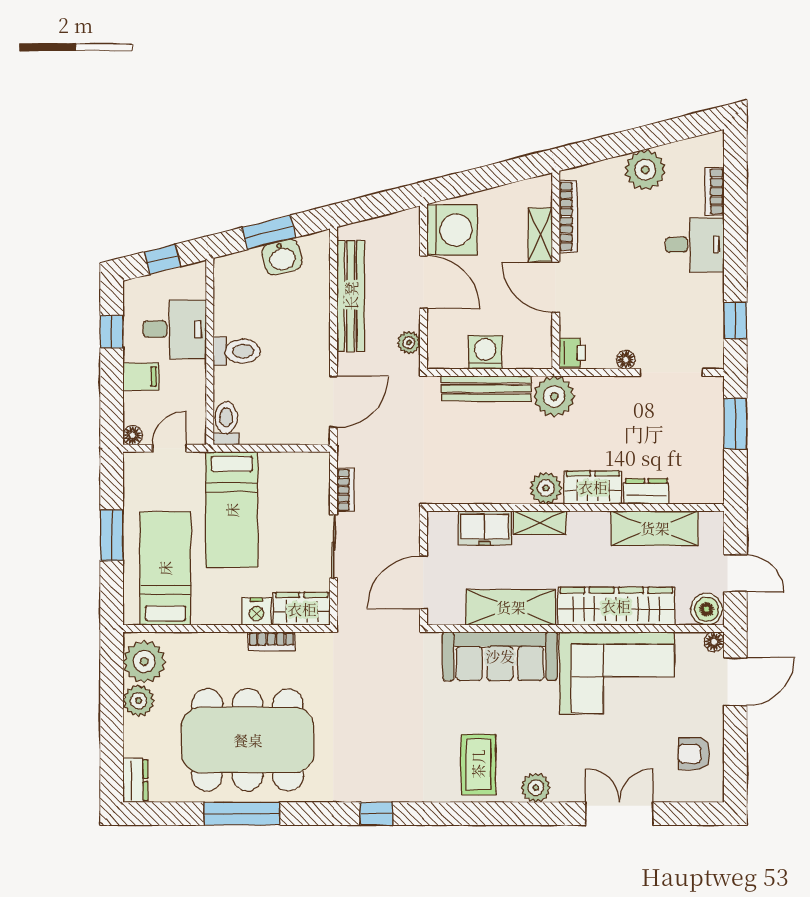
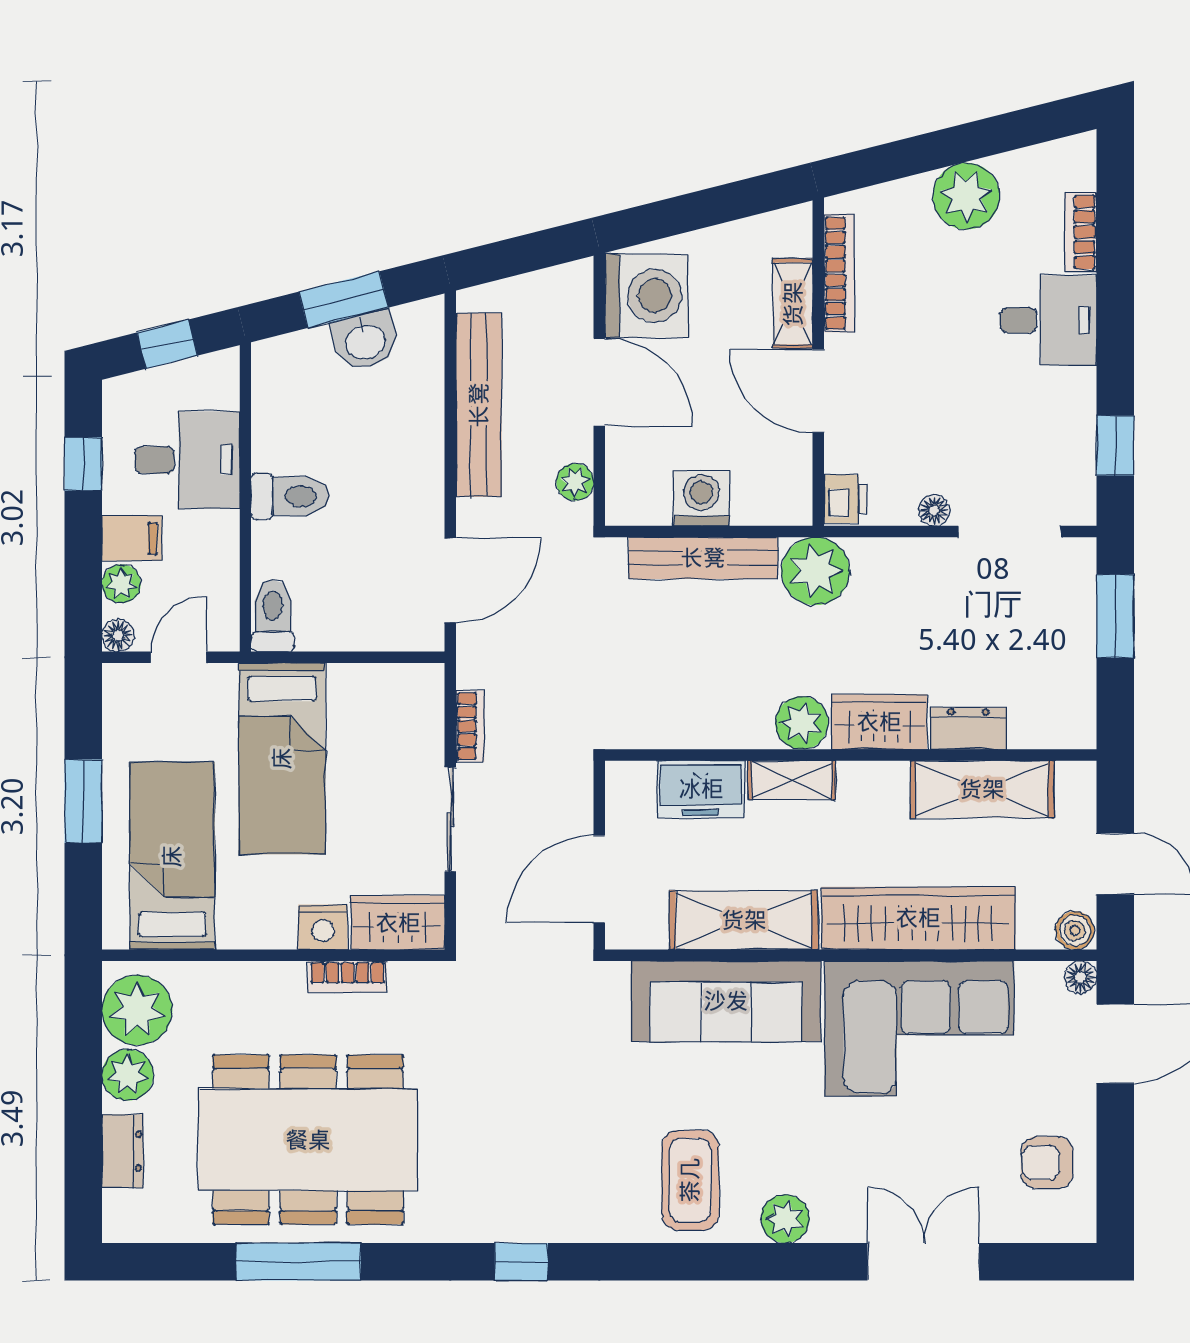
plant: (135, 404) -> (121, 584), added
boiler: (707, 609) -> (1075, 930), width x0.73, depth x0.73
dresser: (135, 780) -> (123, 1151), moved

